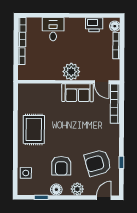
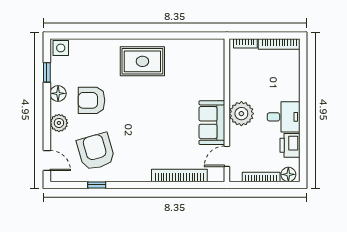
desk: (53, 29) -> (284, 117), moved
plant: (71, 72) -> (241, 114), moved
wall: (69, 82) -> (227, 110), moved
door: (102, 82) -> (227, 156), moved
sofa: (78, 93) -> (212, 123), moved
side table: (26, 173) -> (61, 48), moved

